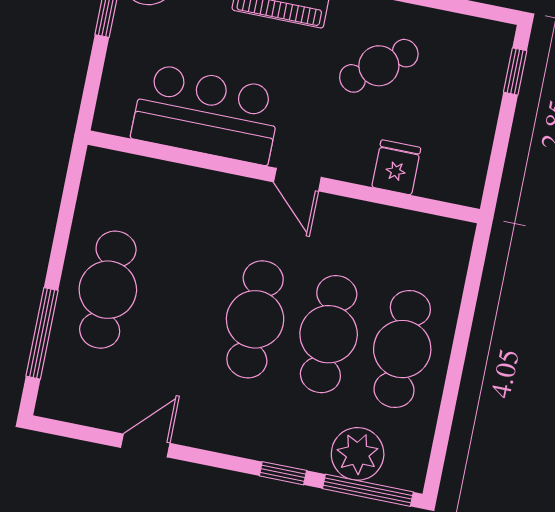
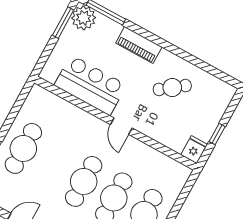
window: (515, 71) -> (217, 134), moved
fridge: (396, 167) -> (194, 150), moved

